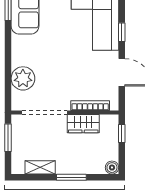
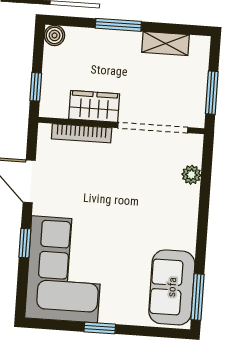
plant: (23, 78) -> (191, 175), width x0.53, depth x0.53

